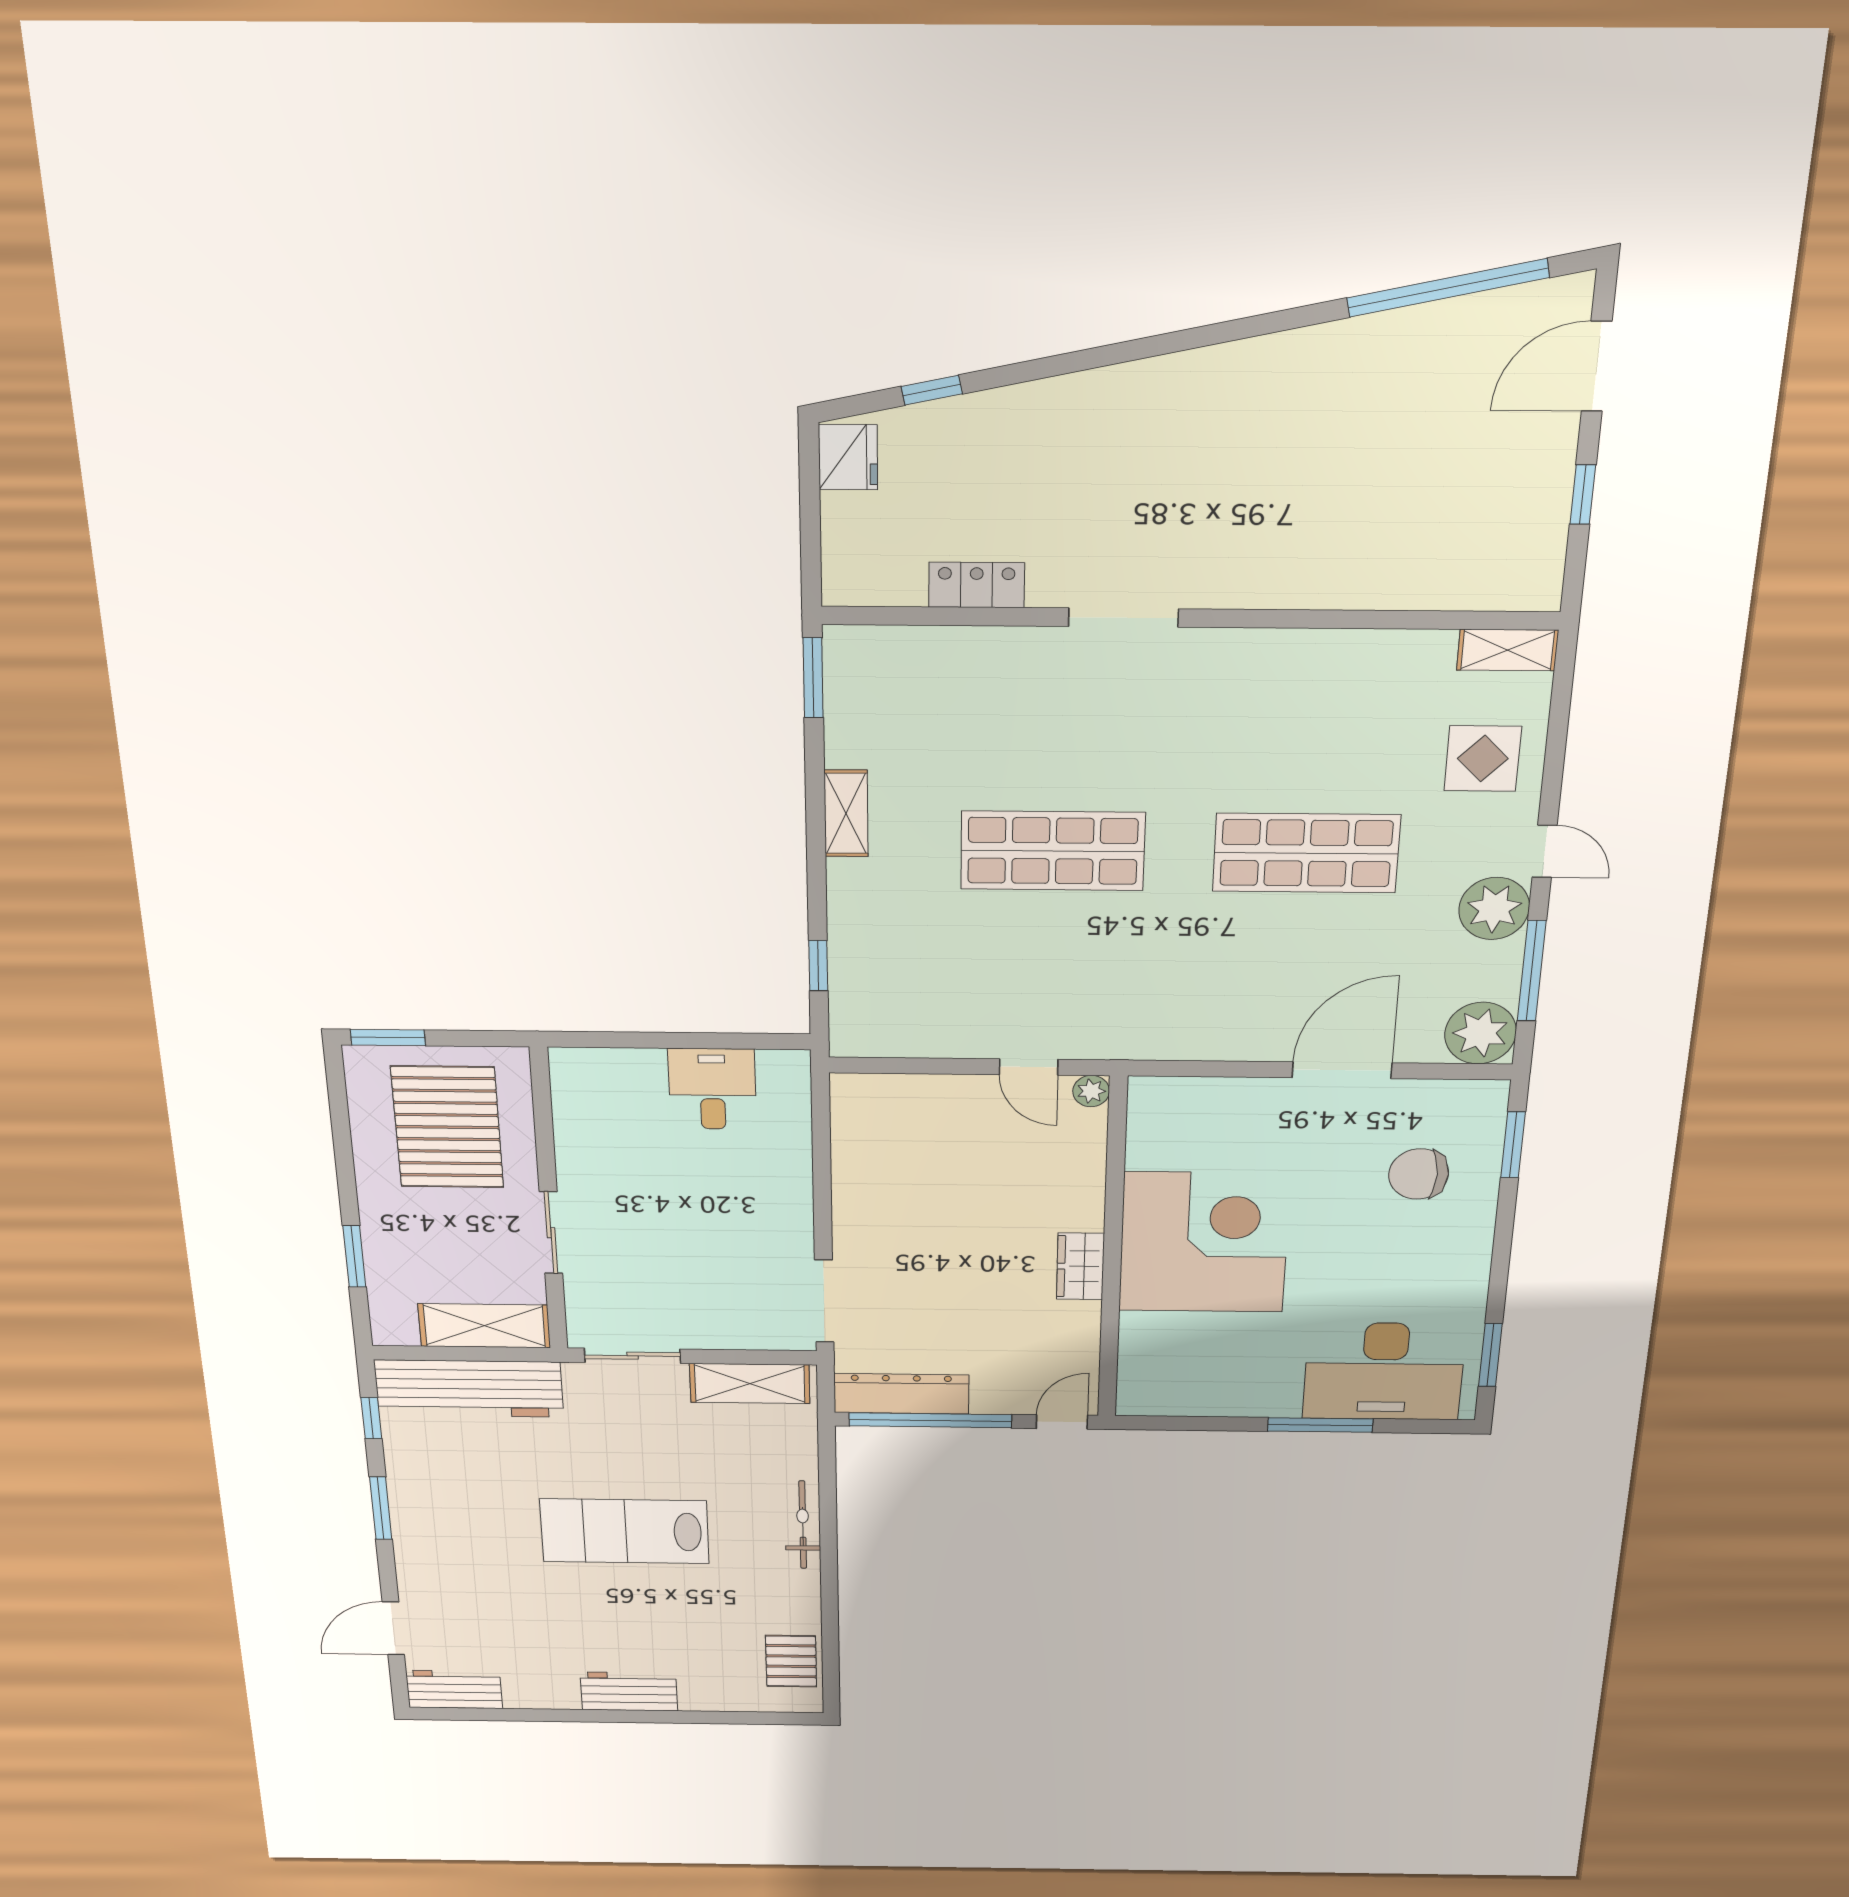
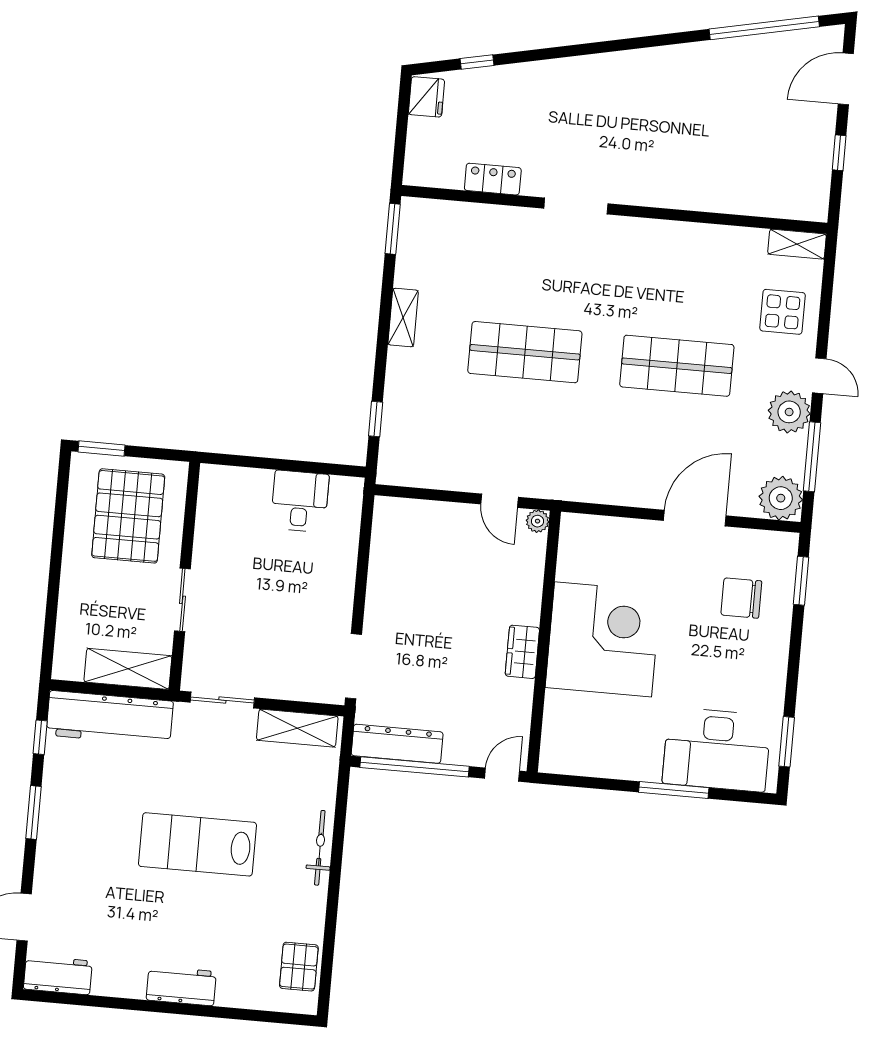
window: (354, 1256) -> (52, 608), removed

